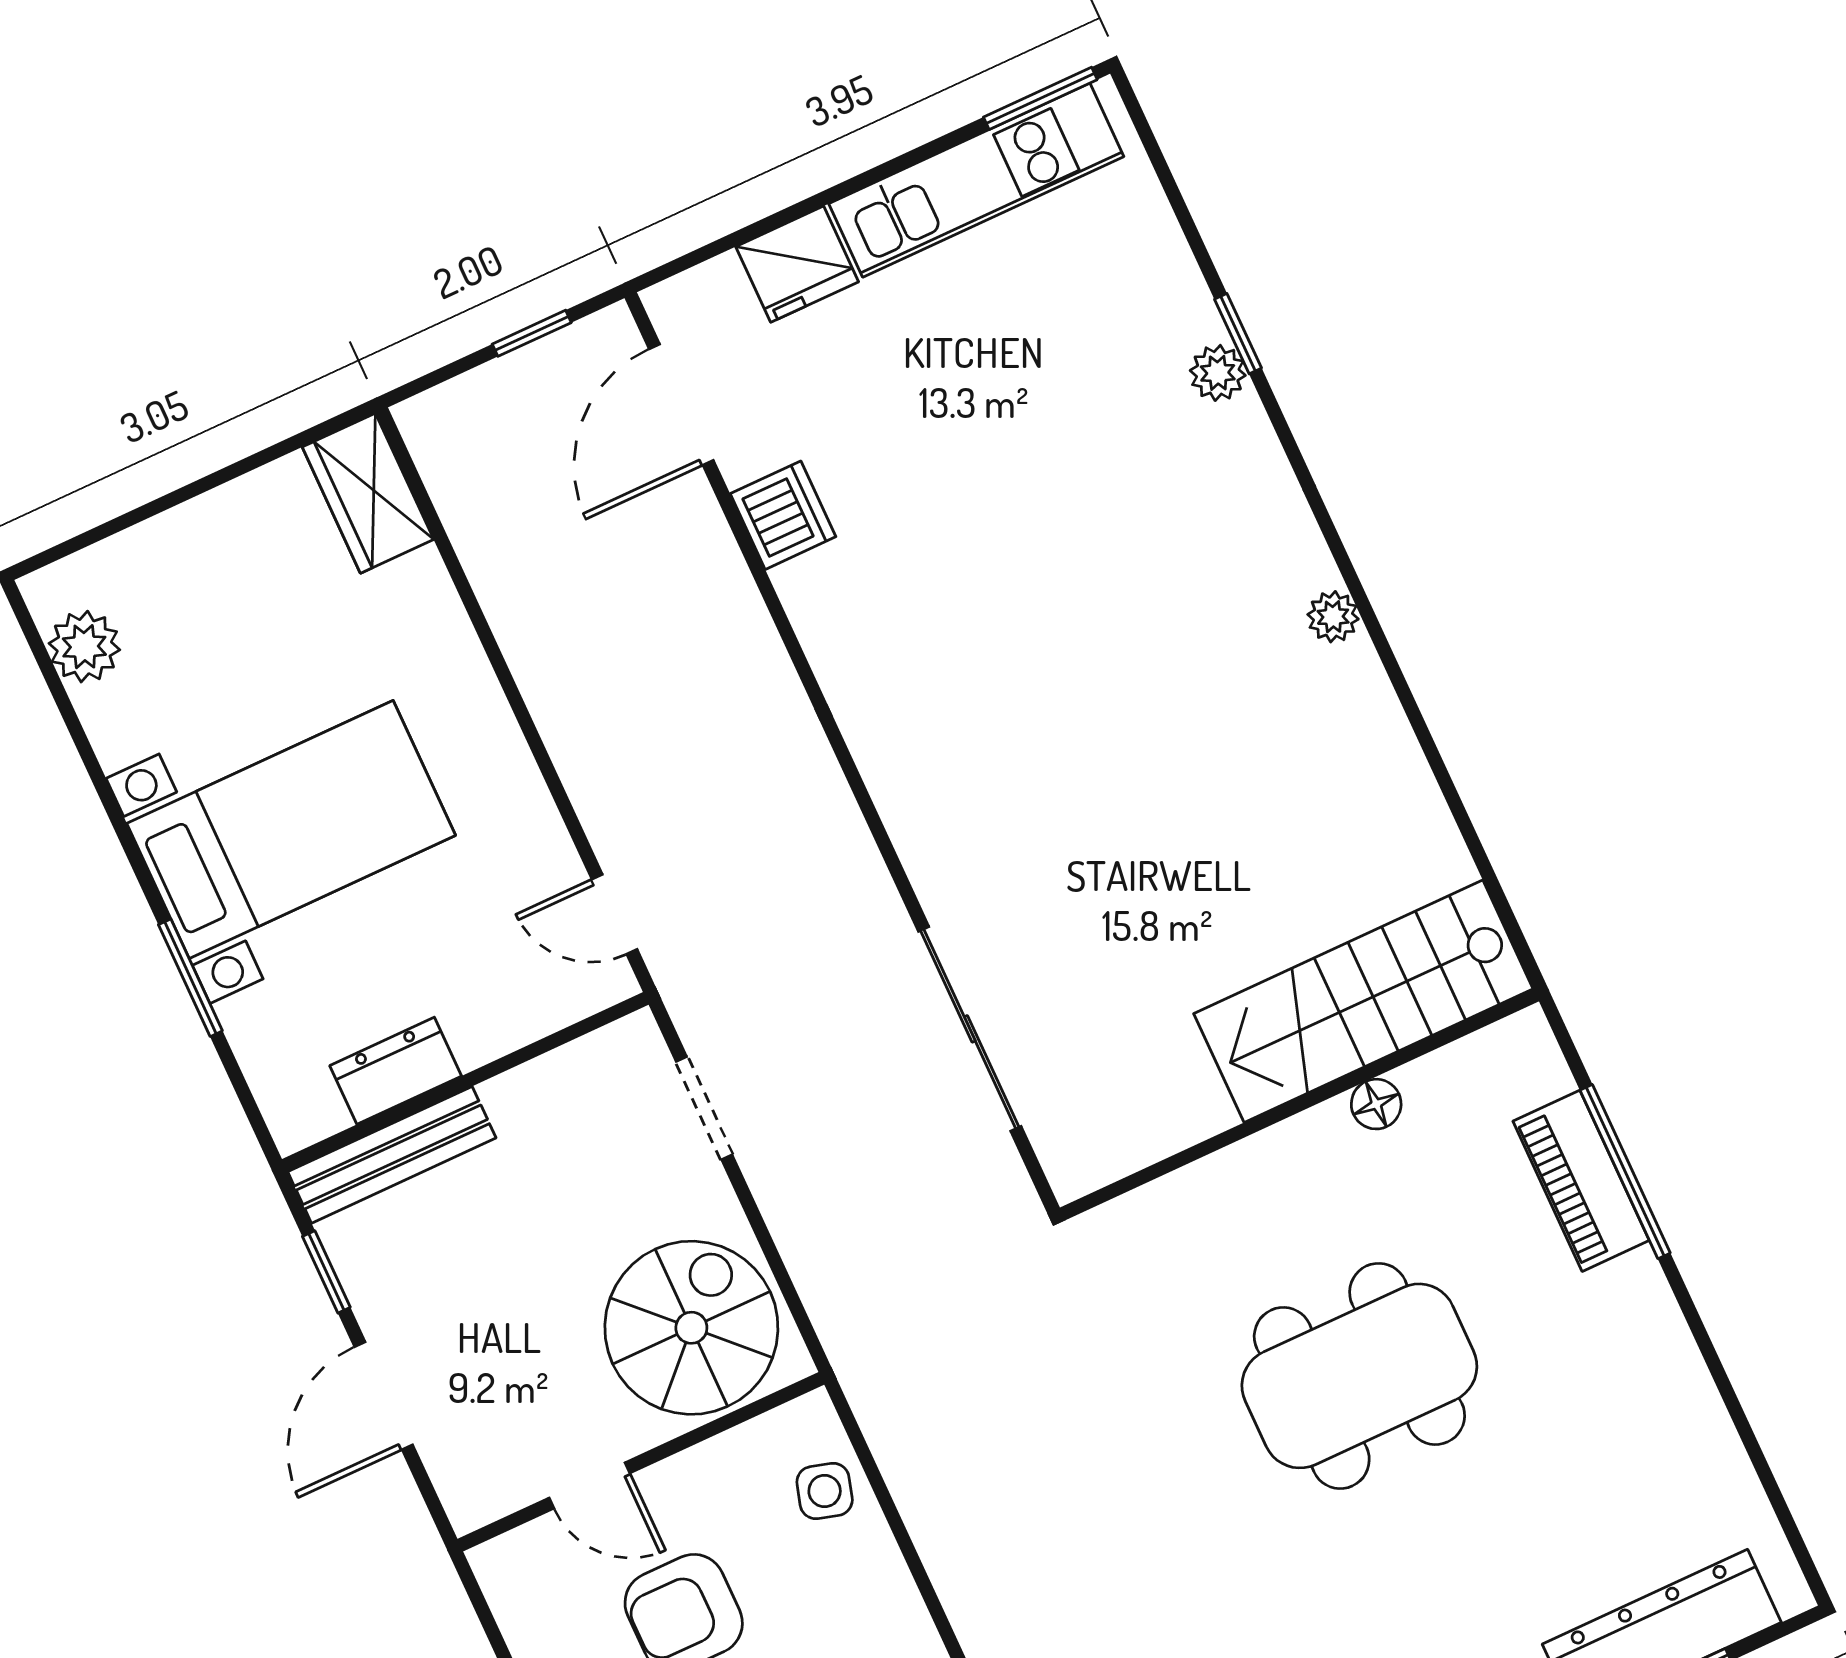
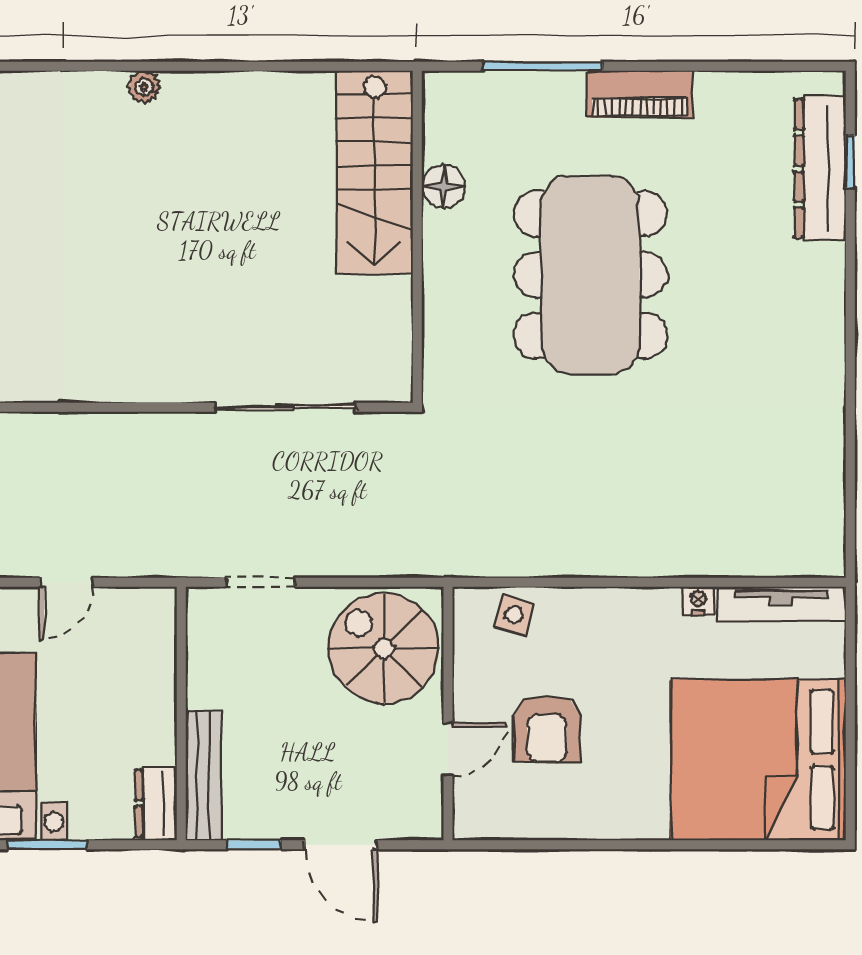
door: (615, 914) -> (66, 582), moved
dresser: (396, 1071) -> (156, 803), moved
floor lamp: (1376, 1104) -> (443, 186), width x1.37, depth x1.37
piano: (1581, 1181) -> (640, 94), moved
dining table: (1359, 1376) -> (590, 275), width x1.36, depth x1.24

